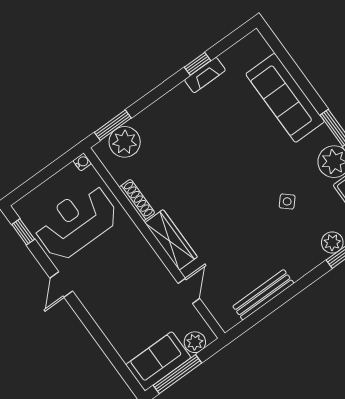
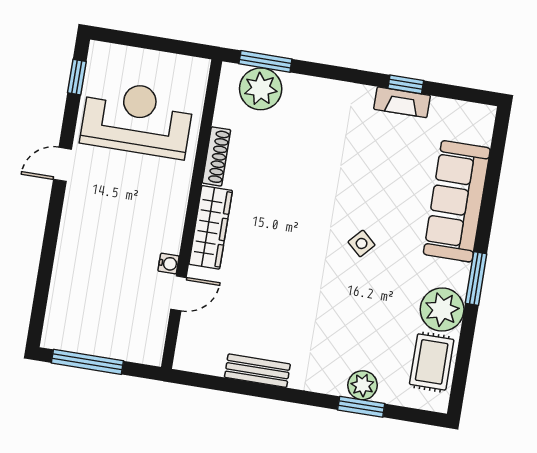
water cooler: (82, 162) -> (169, 264), moved
side table: (287, 201) -> (362, 243), moved
bench: (263, 295) -> (257, 371), width x0.73
plant: (195, 342) -> (135, 348), removed
sofa: (158, 361) -> (82, 331), removed

